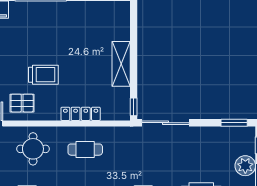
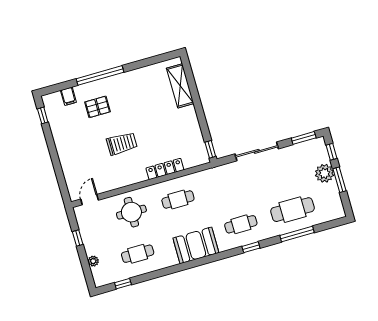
shelving: (121, 64) -> (180, 86), moved
pallet: (22, 103) -> (98, 107), moved
sliding door: (165, 123) -> (257, 151), moved

